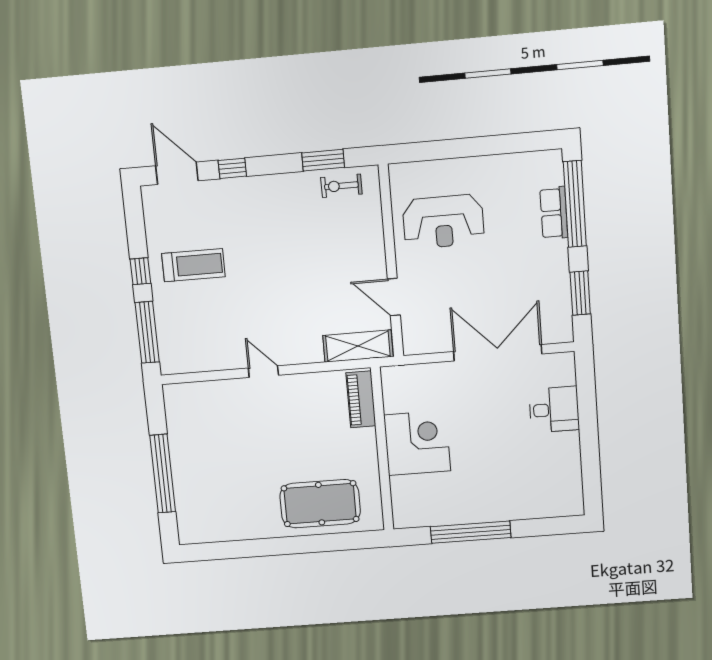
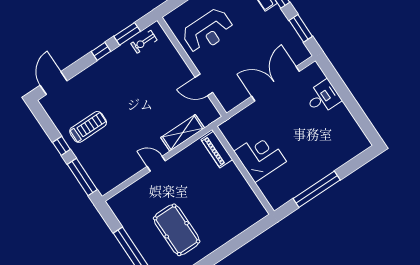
window: (232, 168) -> (101, 51), moved
door: (177, 173) -> (54, 83), hinge flipped
shelving: (358, 346) -> (183, 133), moved
pool table: (320, 504) -> (177, 230), moved, turned 90

